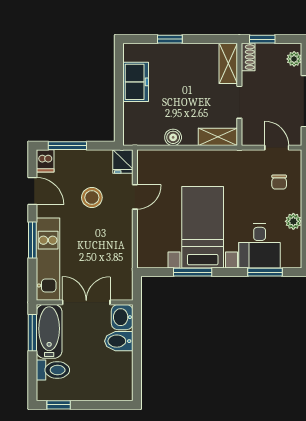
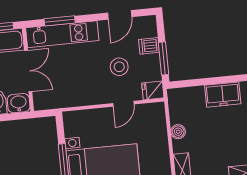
window: (67, 146) -> (164, 58), moved
dishwasher: (45, 161) -> (149, 46), moved
door: (135, 197) -> (123, 104), hinge flipped
window: (32, 240) -> (60, 21), moved

